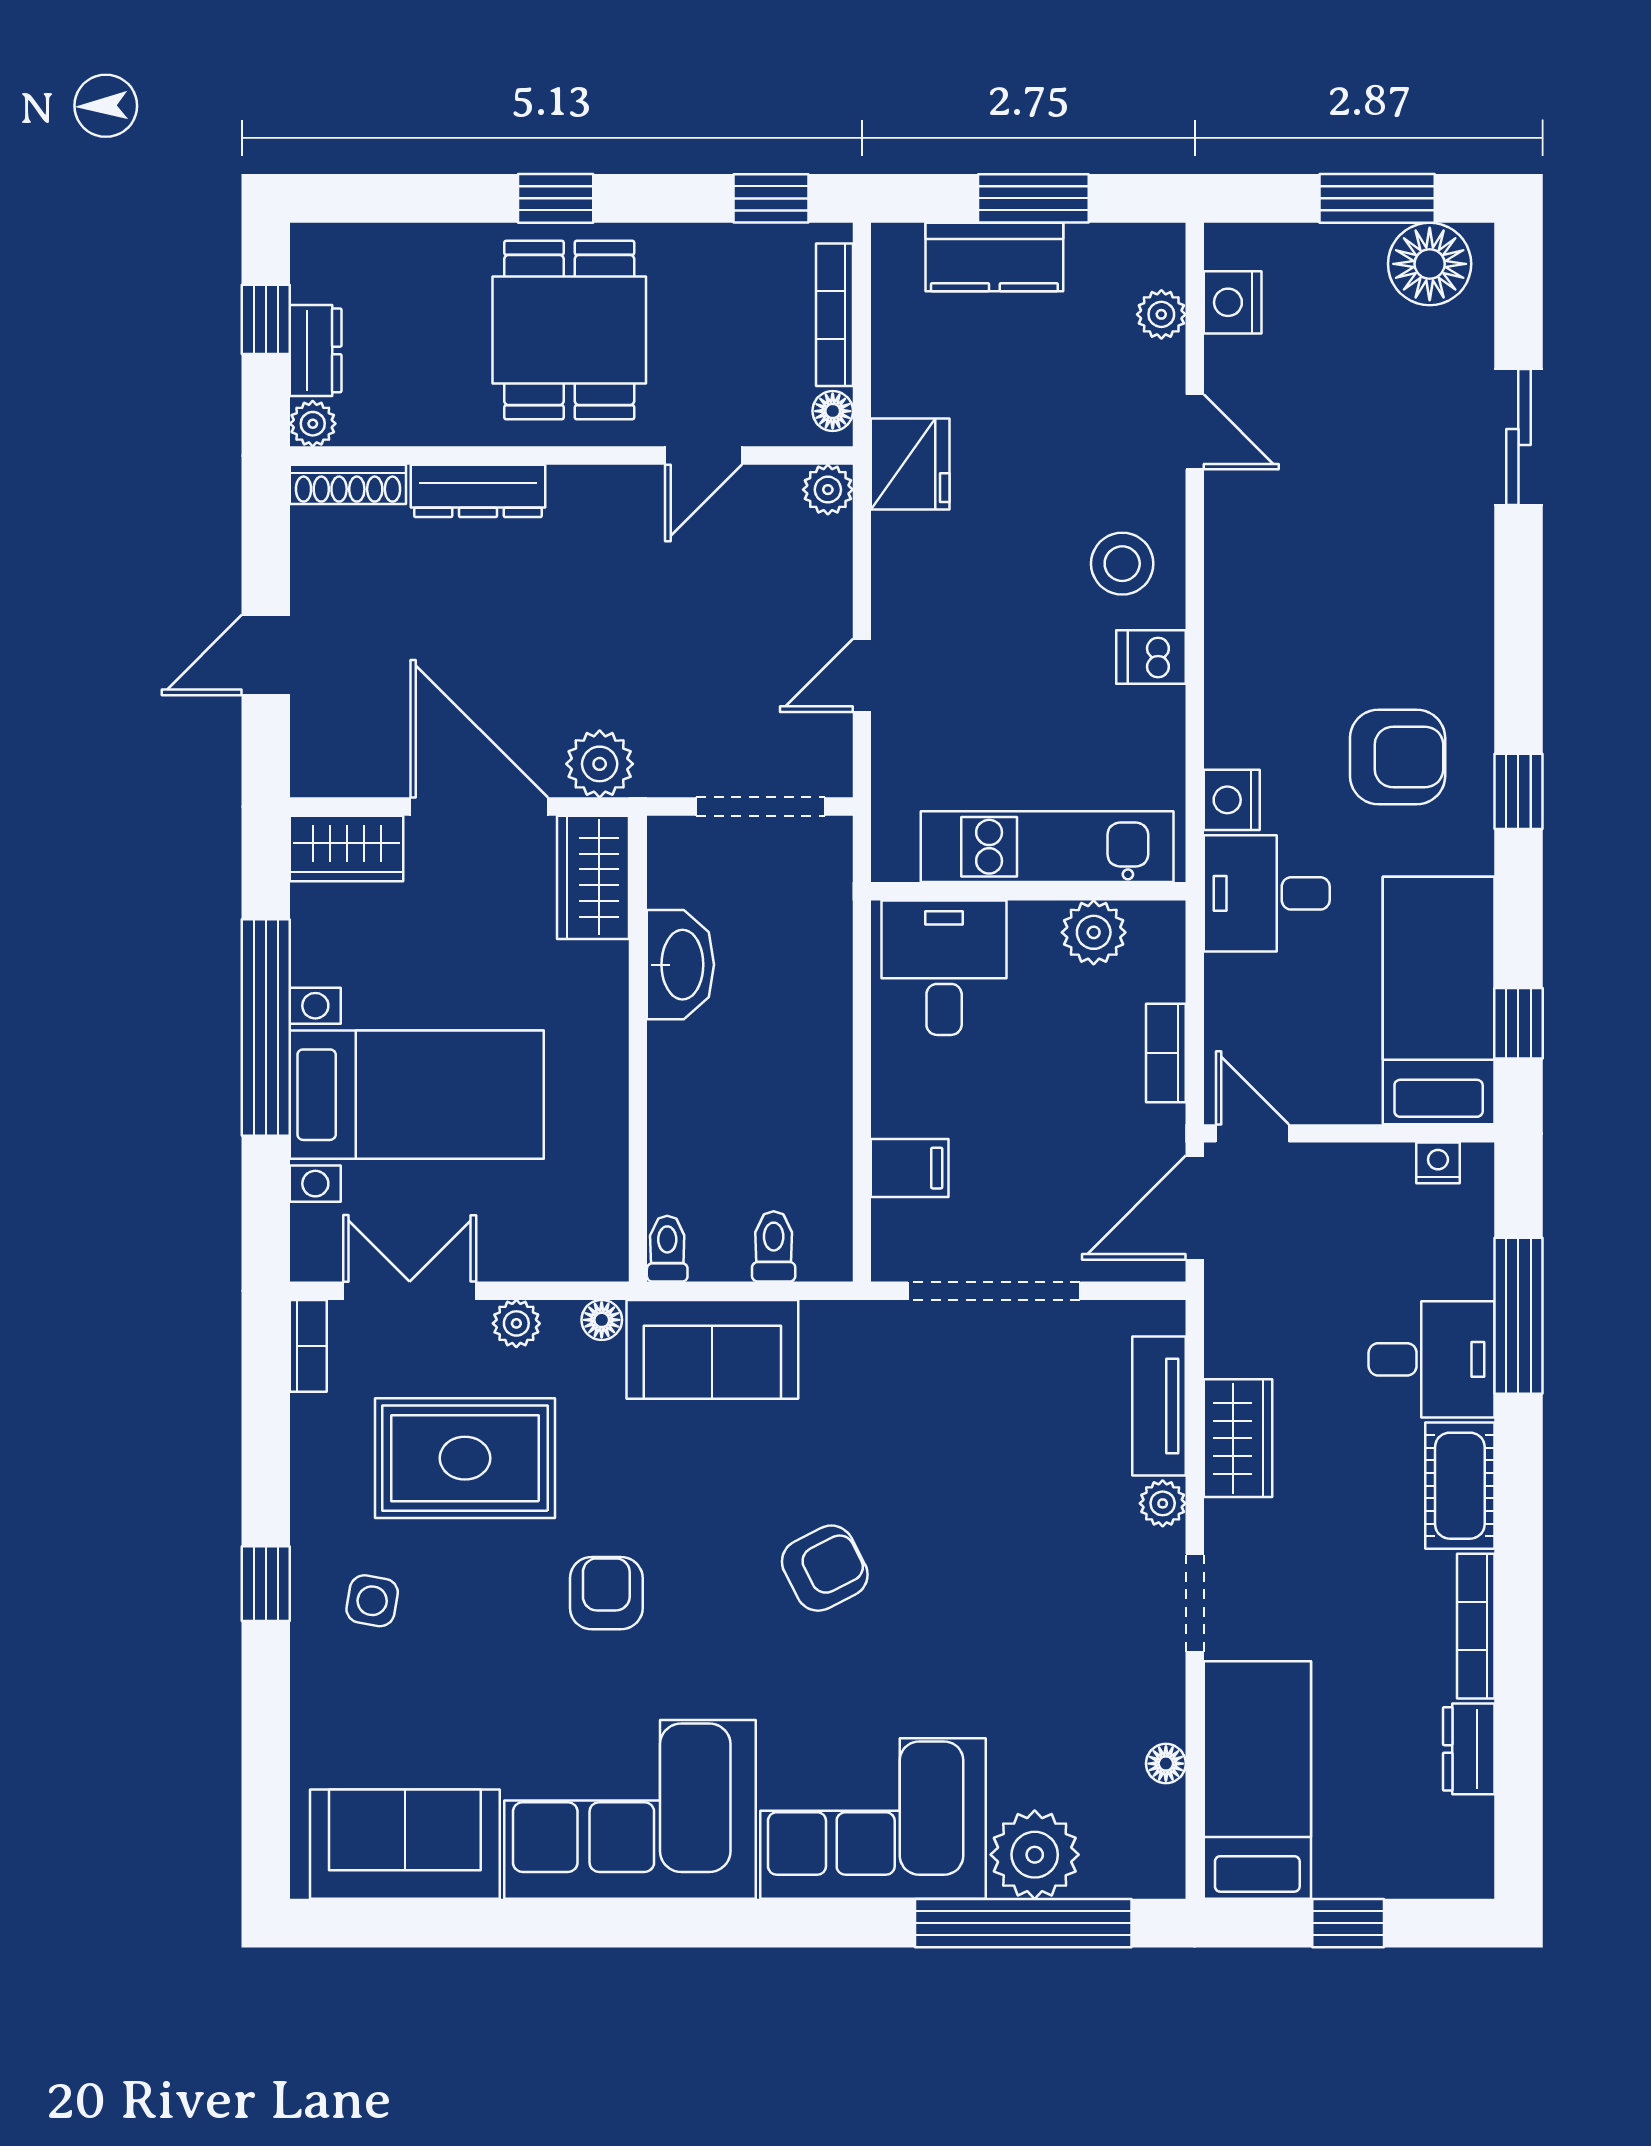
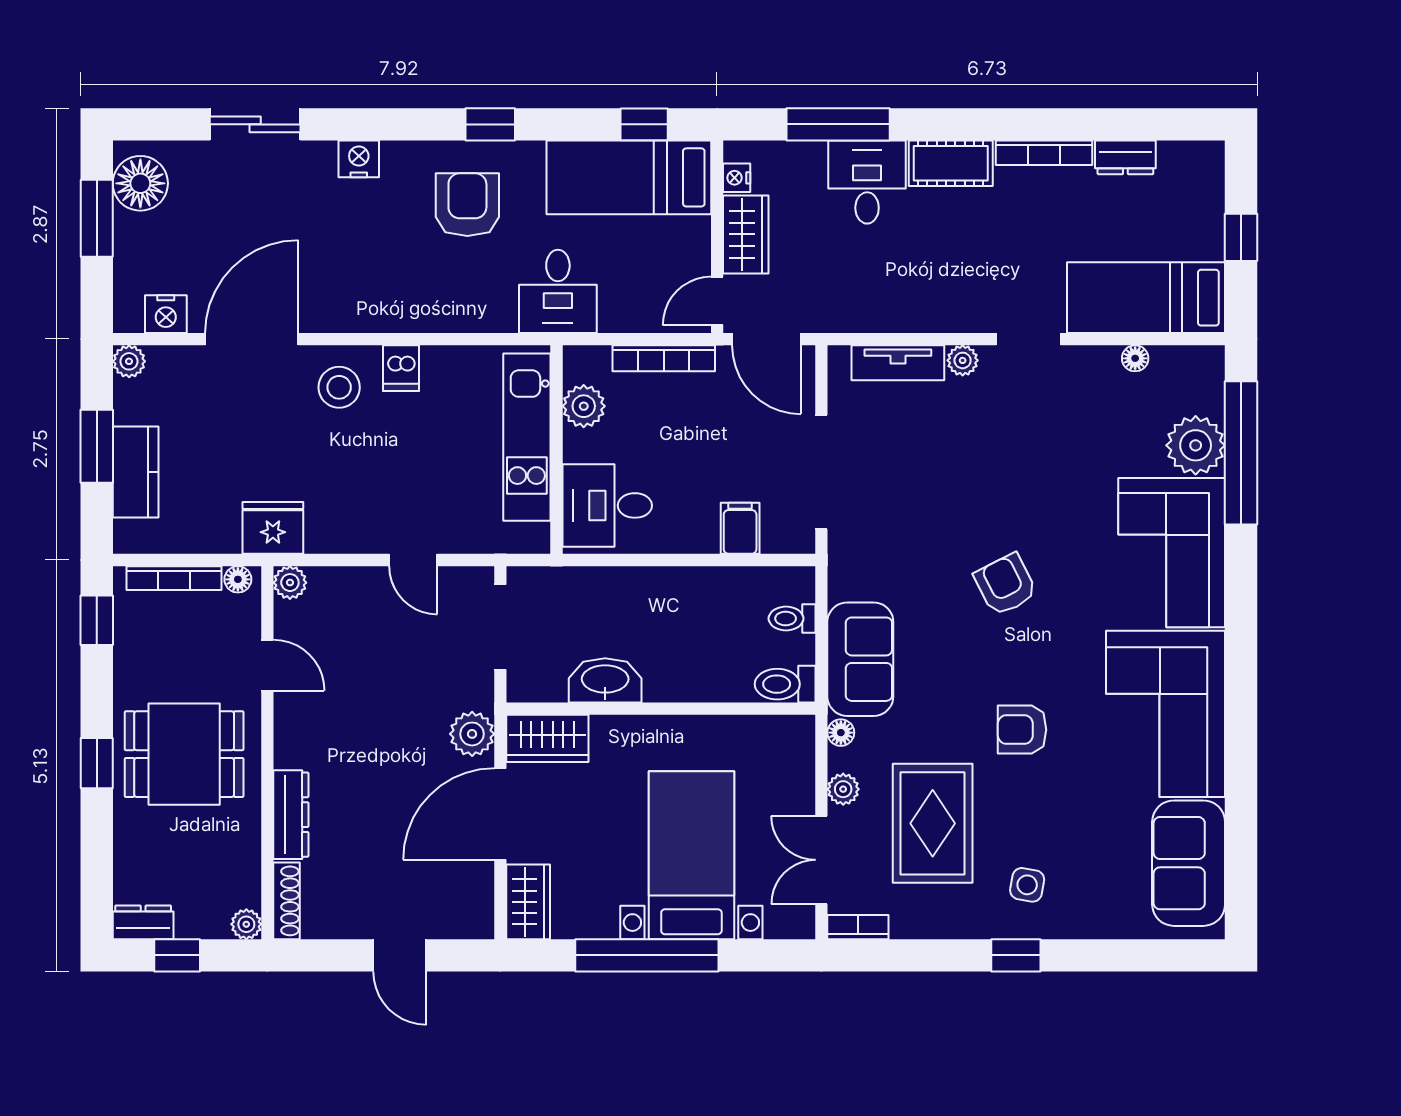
plant: (1161, 314) -> (129, 361), moved
dresser: (316, 350) -> (143, 922), moved
door: (1195, 432) -> (252, 339), width x1.87
nightstand: (1232, 800) -> (359, 159), moved, turned 180
bookcase: (1166, 1053) -> (664, 358), width x1.56
toilet: (667, 1249) -> (785, 684), width x1.37, depth x1.39
wardrobe: (1238, 1438) -> (746, 234), moved, turned 90

